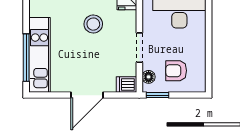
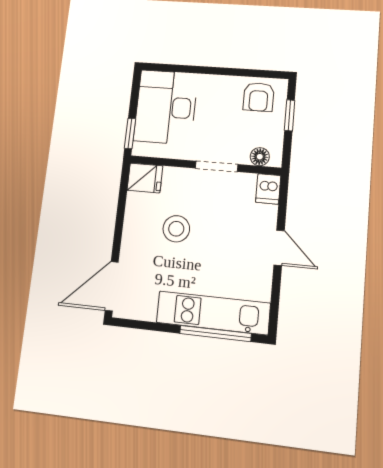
armchair: (176, 71) -> (259, 97), moved
door: (87, 95) -> (279, 248), width x0.73
window: (157, 95) -> (290, 115), moved

